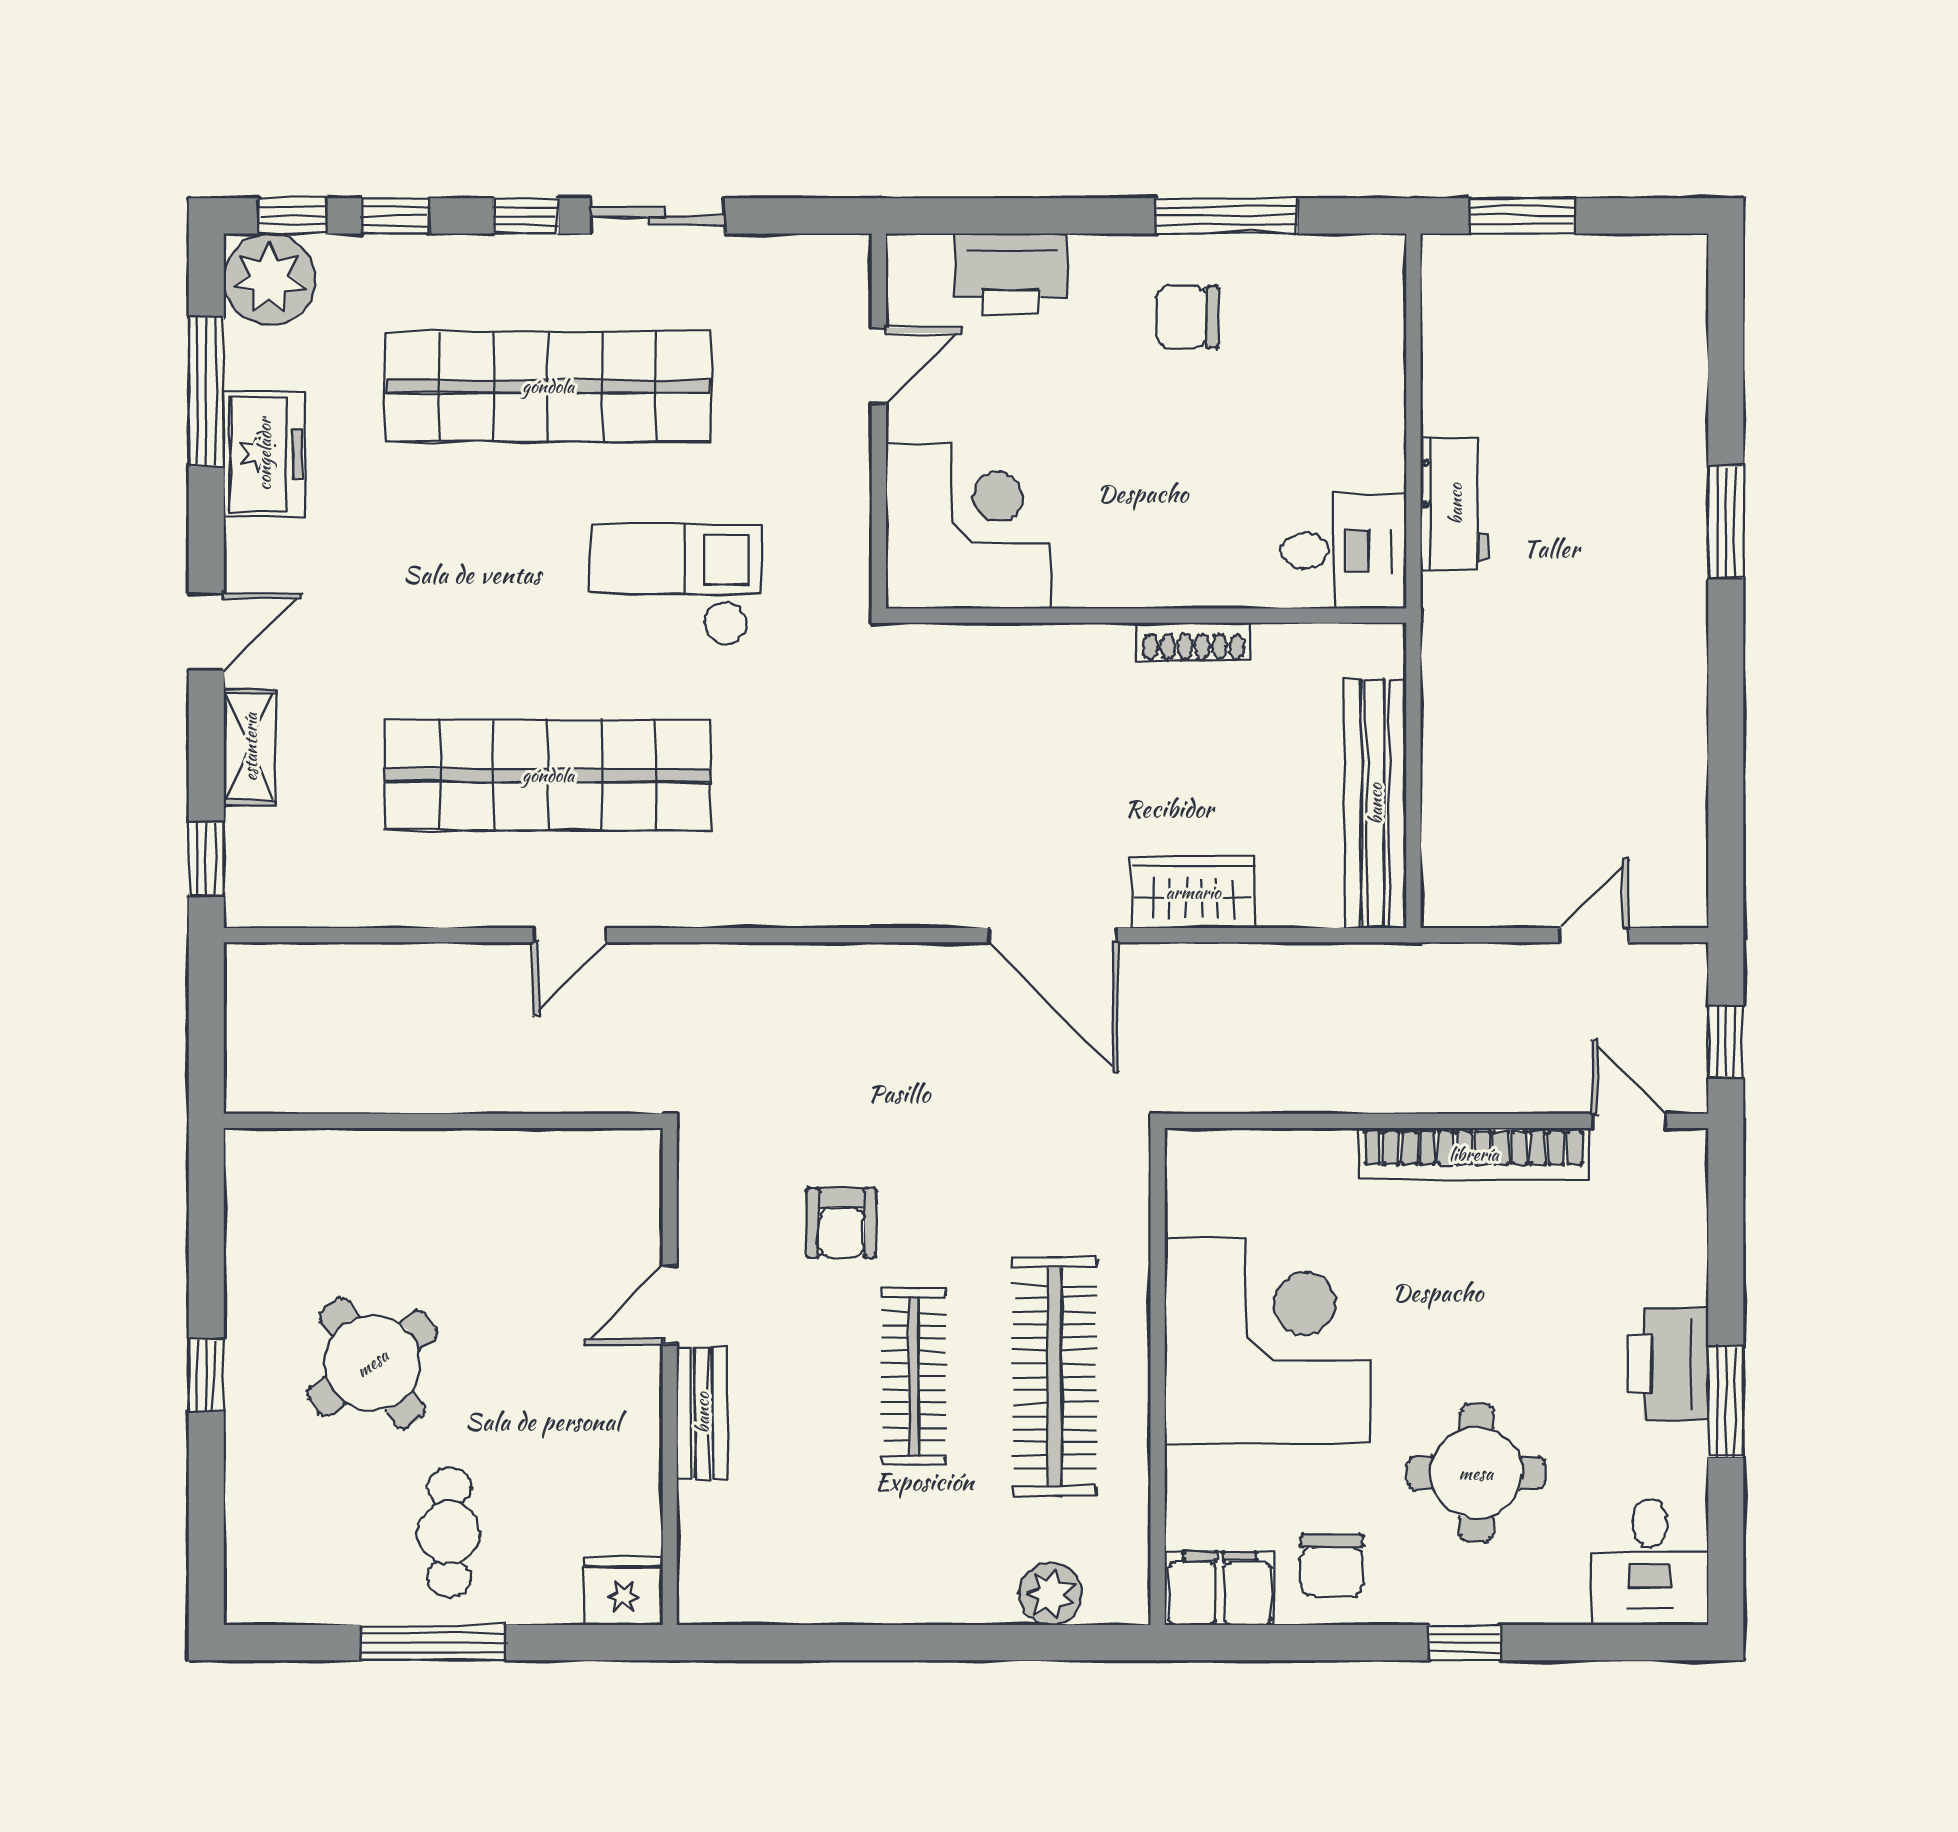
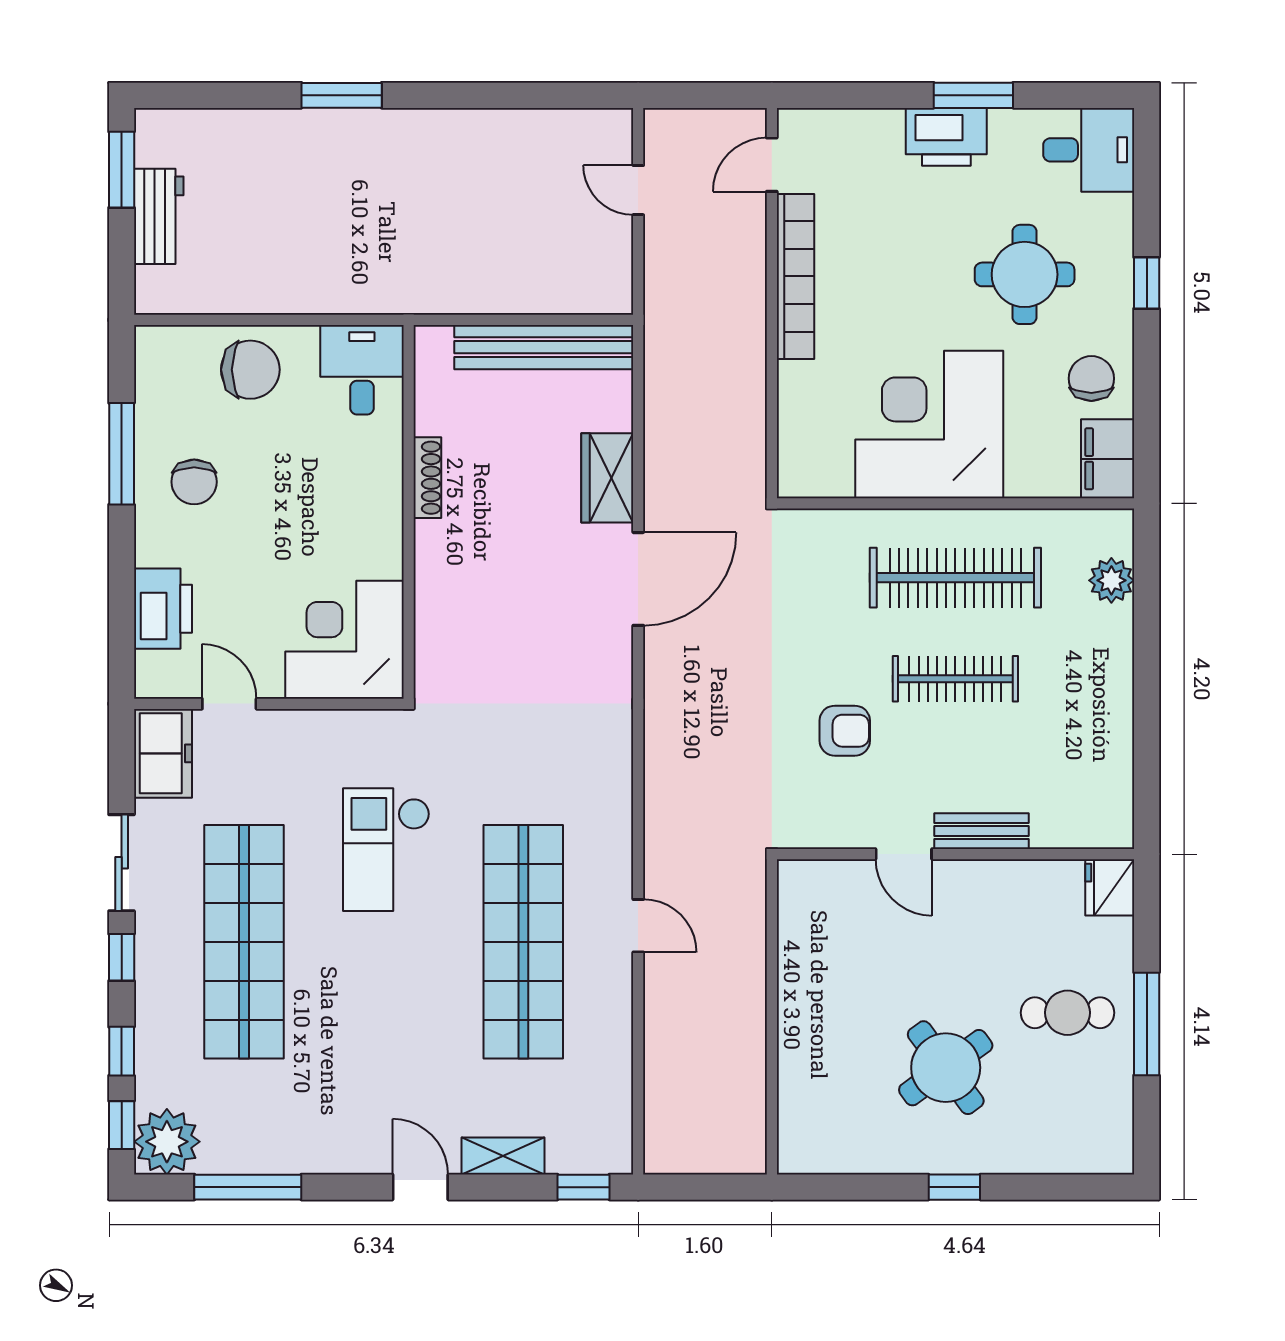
window: (1522, 216) -> (122, 170), moved
chair: (1344, 395) -> (250, 370), added
freezer: (264, 454) -> (163, 753), moved, turned 90
workbench: (1455, 504) -> (159, 216), moved, turned 90
window: (1726, 1042) -> (715, 95), removed
chair: (1332, 1566) -> (1091, 378), turned -90

